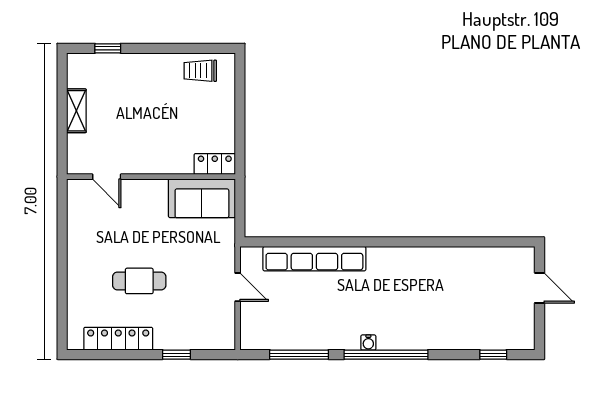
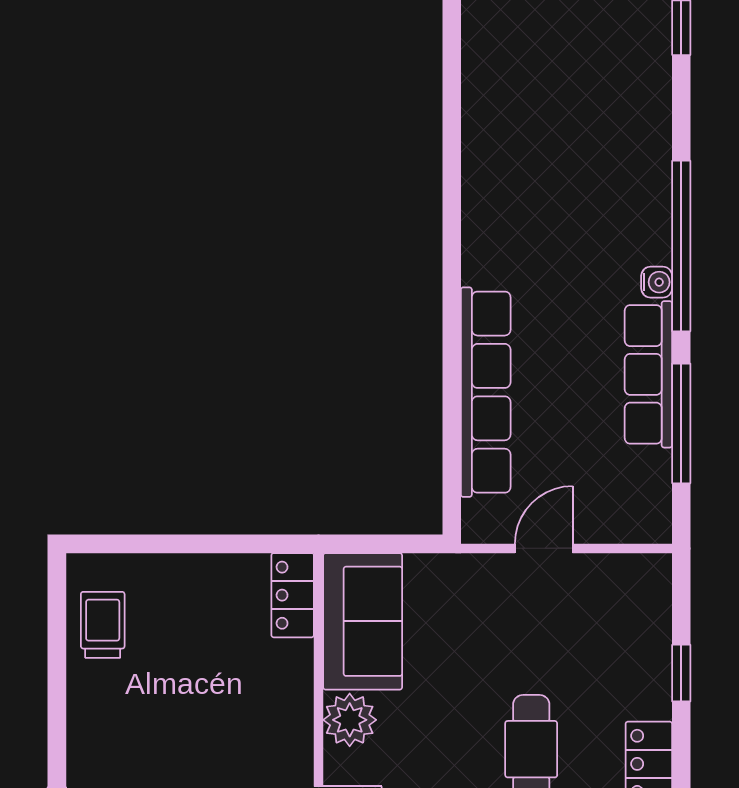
trolley: (200, 71) -> (103, 625), turned 180
plant: (154, 192) -> (350, 720), added
row of seats: (323, 338) -> (648, 374), added

